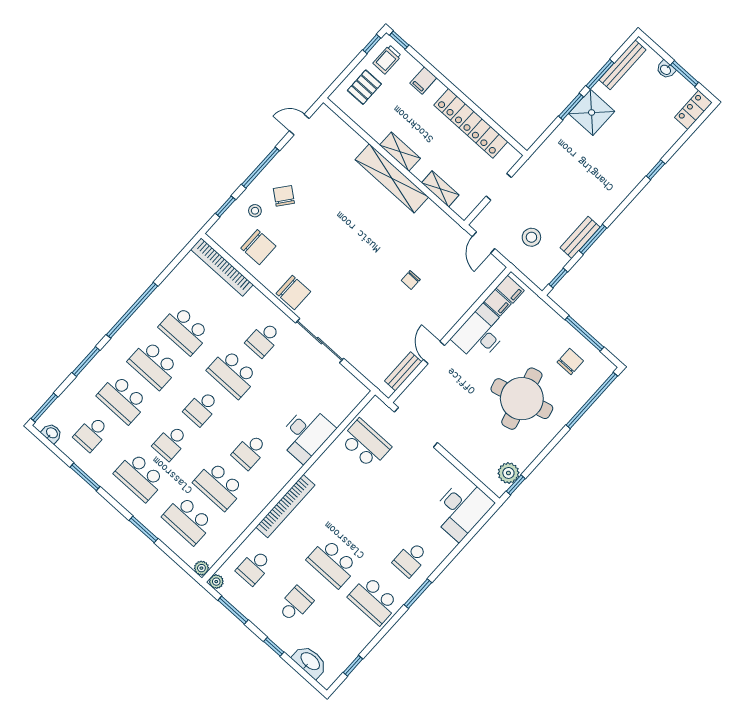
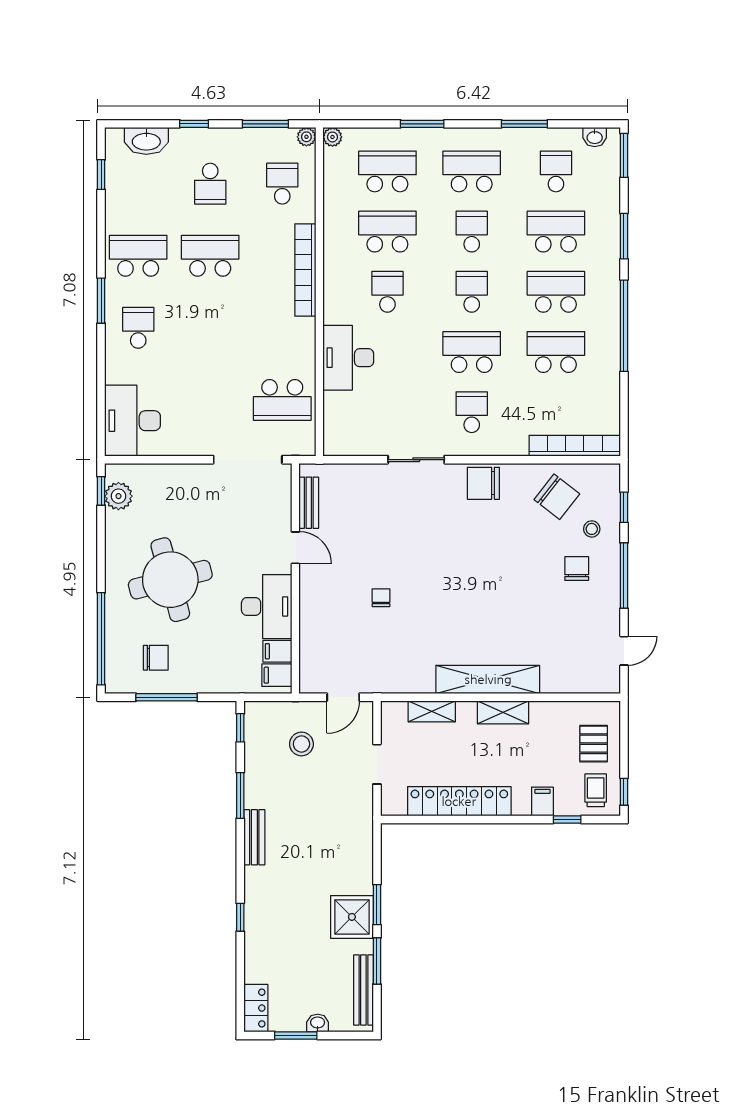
window: (399, 40) -> (567, 820), moved
chair: (284, 196) -> (577, 569), turned -128
bench: (580, 237) -> (254, 837), moved
door: (484, 243) -> (343, 697), swing flipped
chair: (258, 247) -> (557, 497), turned -142
sliding door: (320, 341) -> (416, 460), width x0.73
chair: (570, 361) -> (156, 658), turned -90

